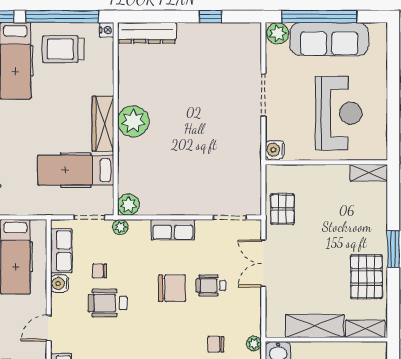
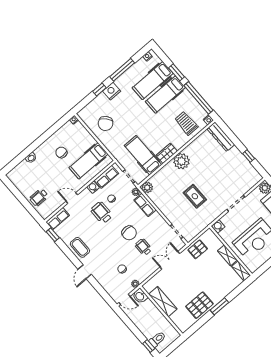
trolley: (63, 49) -> (186, 123), moved
wardrobe: (103, 124) -> (167, 153), width x0.67
rug: (201, 146) -> (195, 196), added
row of seats: (173, 230) -> (145, 205), moved
shelving: (365, 329) -> (227, 255), moved

